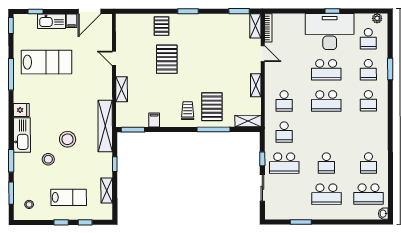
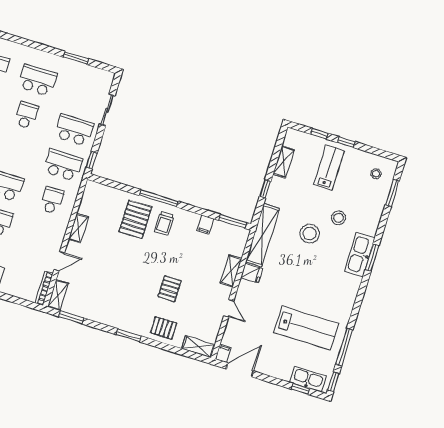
kitchen sink: (51, 21) -> (308, 379), moved
filing cabinet: (71, 21) -> (223, 353), moved
pallet: (162, 26) -> (164, 328), turned 90
door: (263, 54) -> (59, 261), swing flipped
pallet: (167, 59) -> (170, 289), width x0.67, depth x0.71
lab bench: (46, 62) -> (306, 328), turned 180
window: (11, 74) -> (344, 347), moved
fridge: (21, 110) -> (252, 273), moved, turned 180
shelving: (248, 121) -> (198, 347), moved
window: (213, 129) -> (159, 198), moved
school desk: (284, 132) -> (63, 165), width x1.85
window: (262, 159) -> (92, 160), moved
window: (11, 161) -> (372, 258), moved
lab bench: (69, 197) -> (329, 168), turned 90

